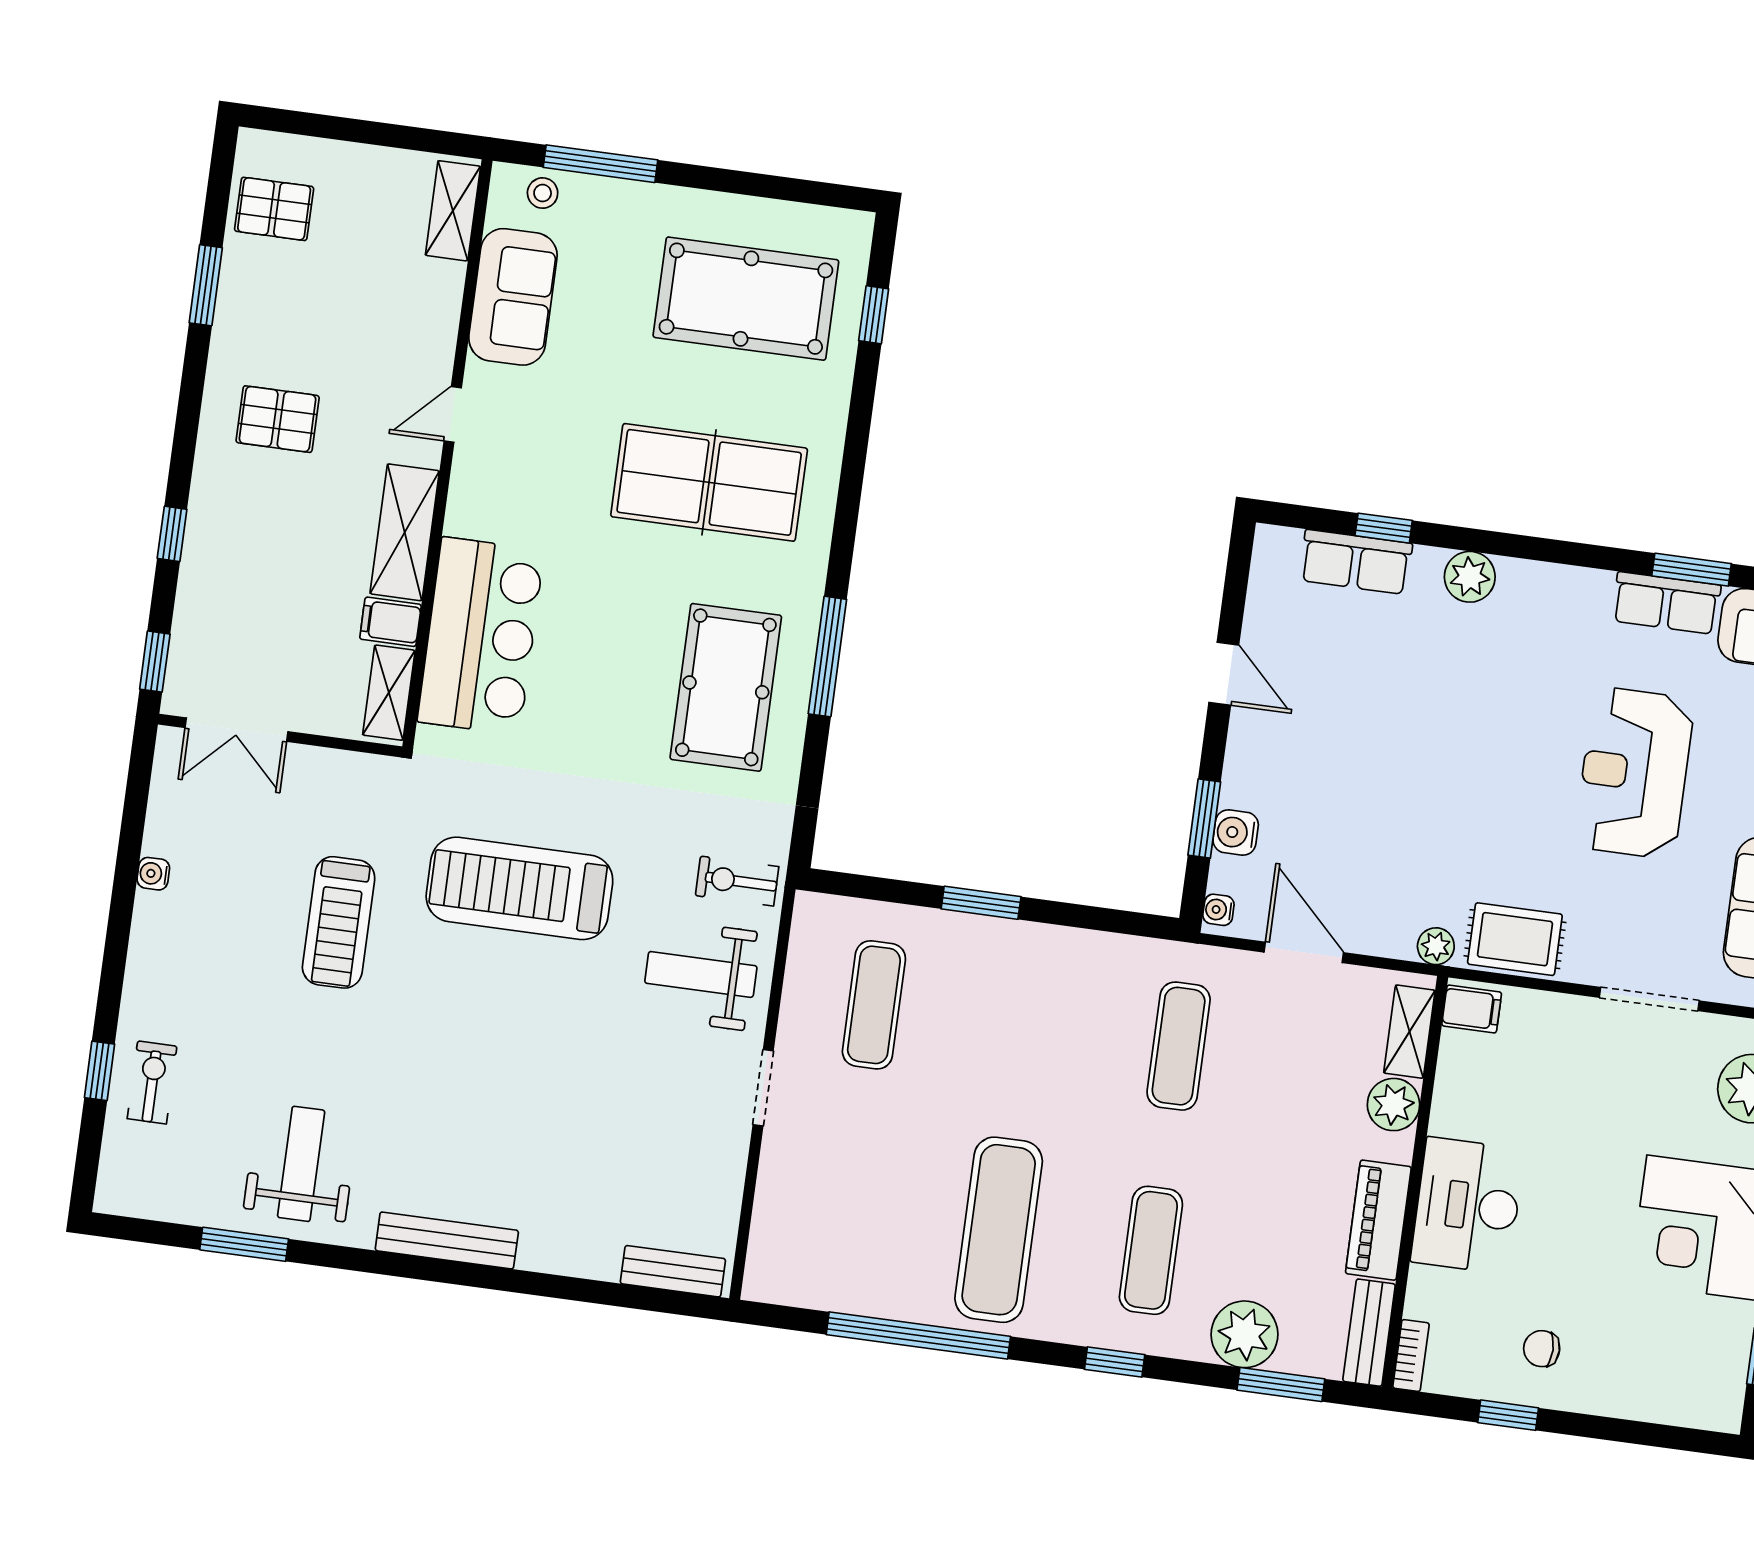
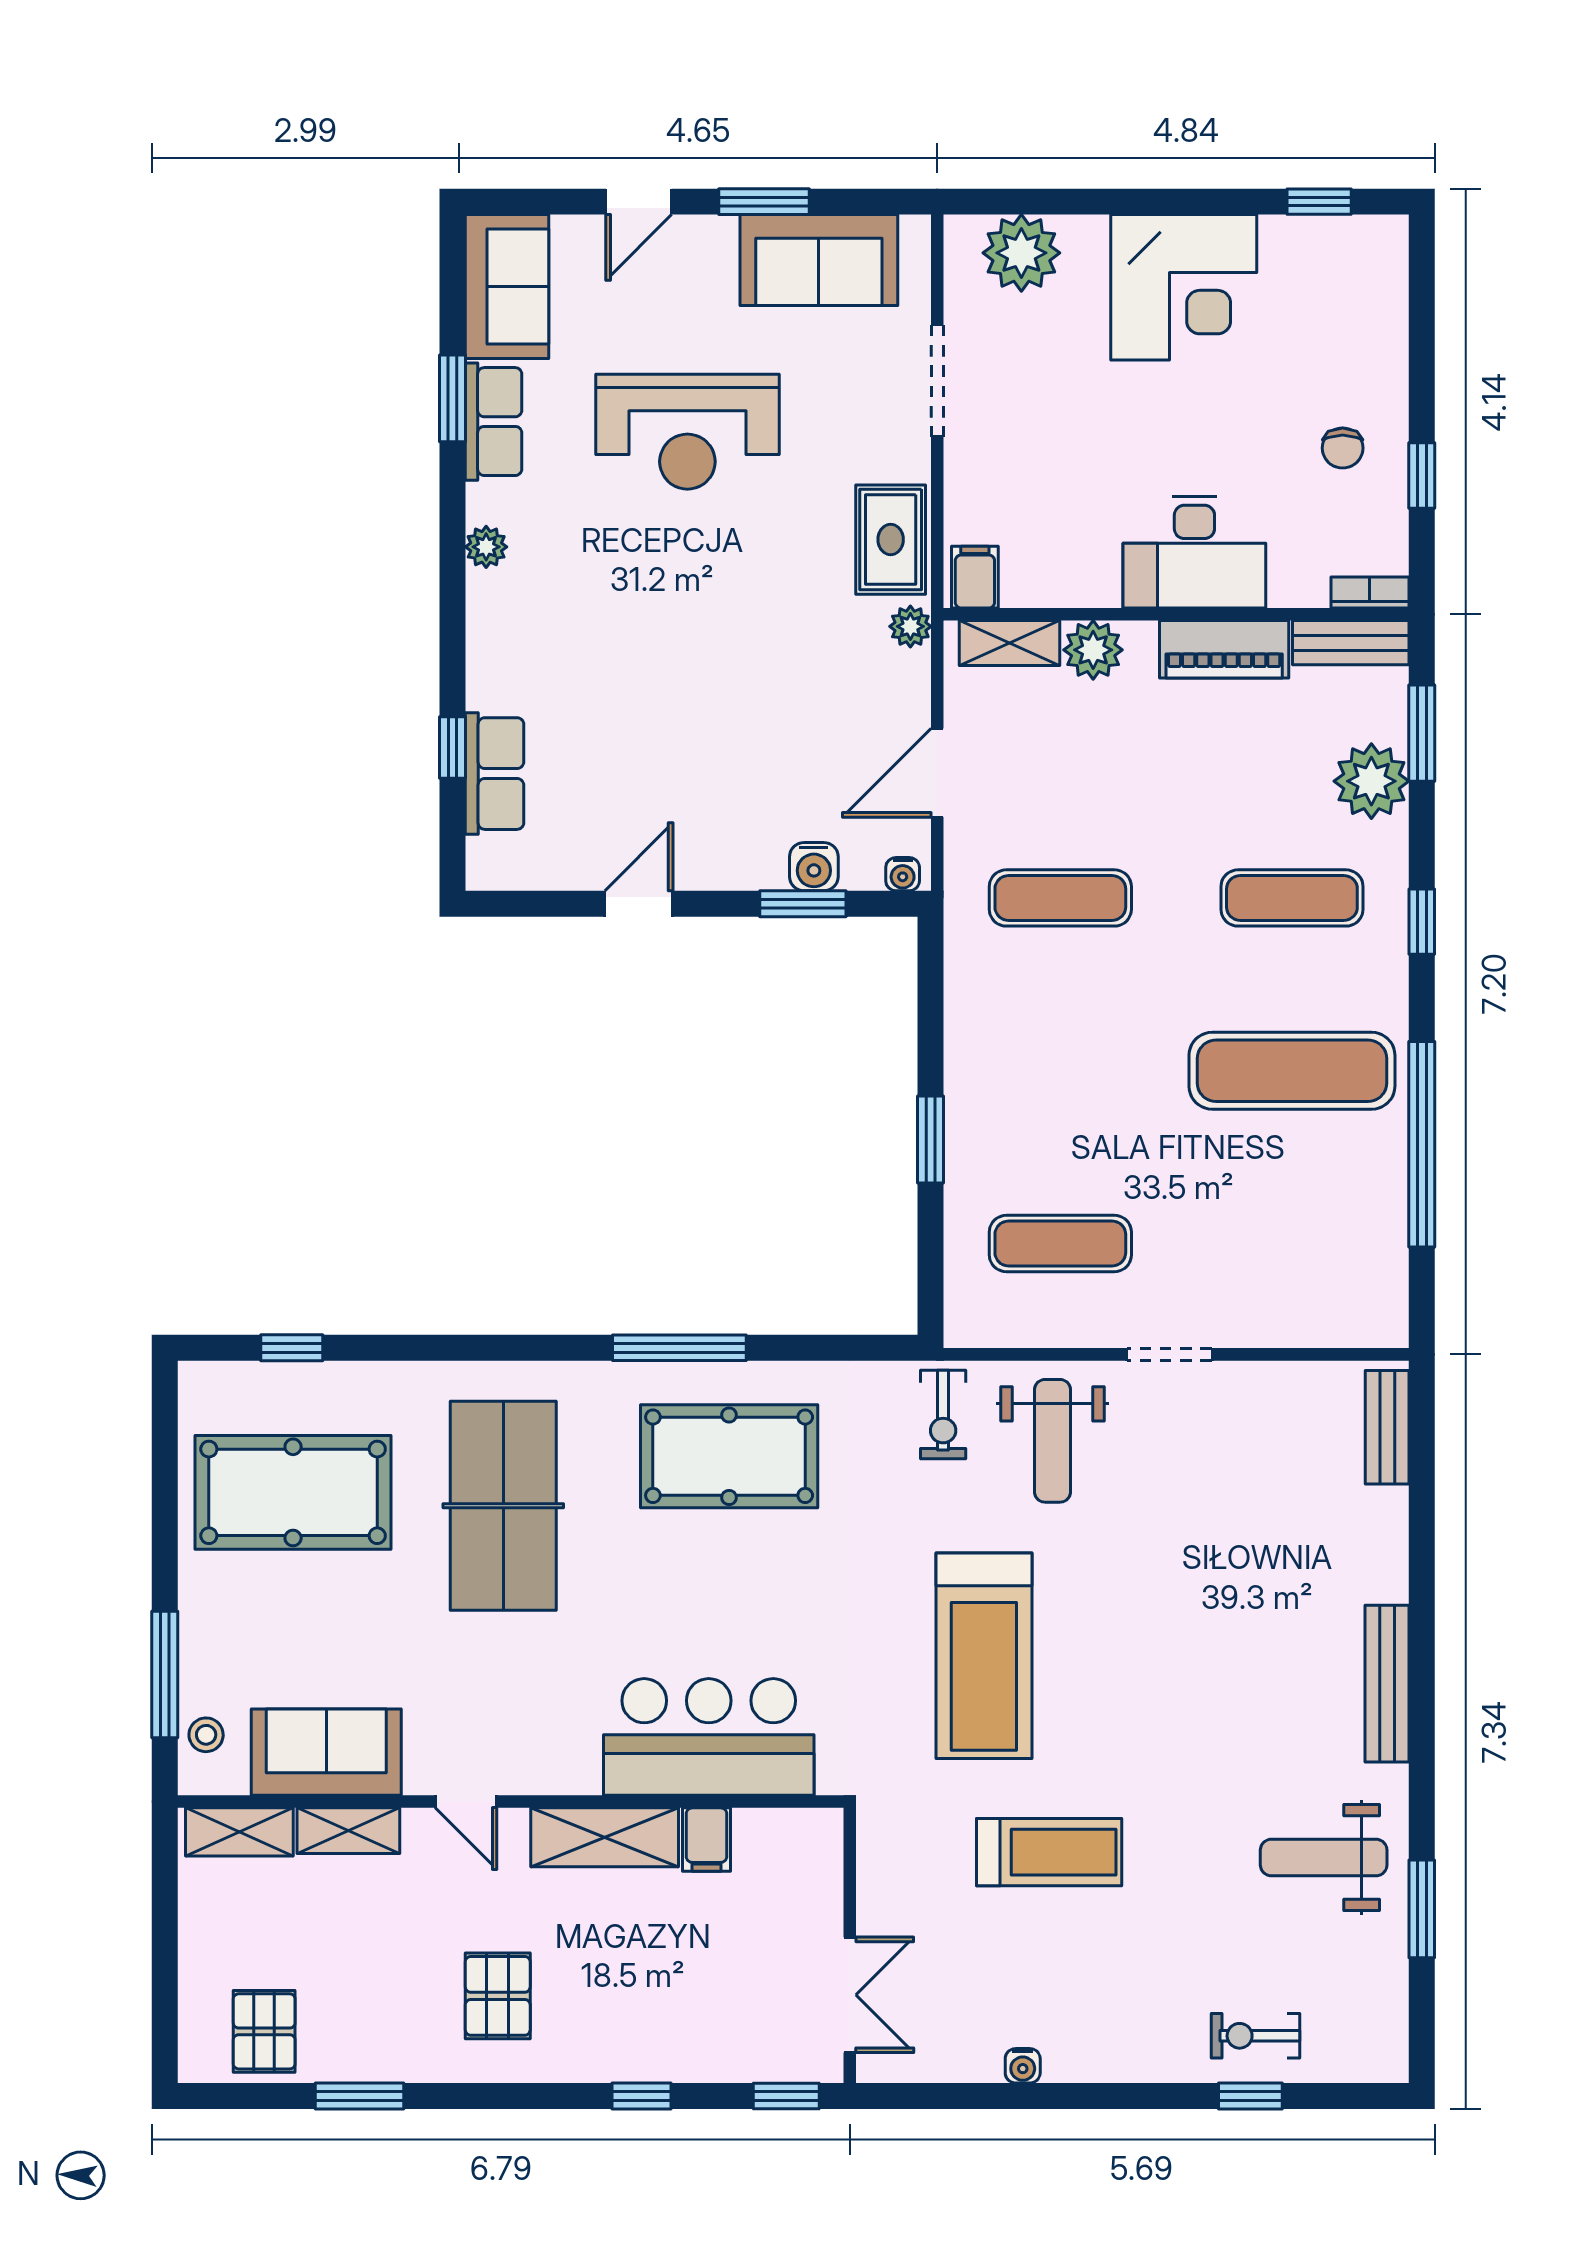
pool table: (746, 299) -> (293, 1492), turned 90
plant: (1470, 577) -> (486, 547), moved, width x0.73, depth x0.73
shelving: (389, 693) -> (348, 1831), moved

